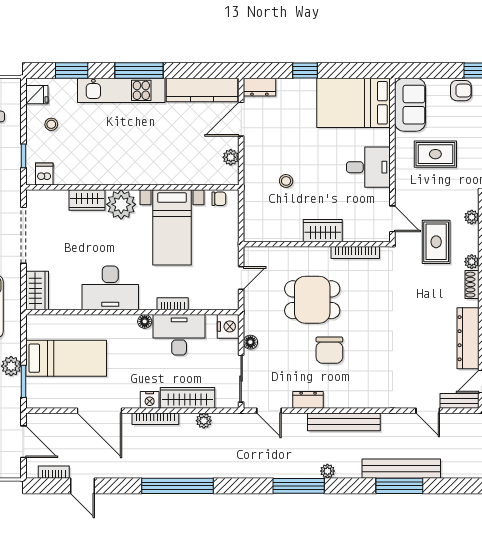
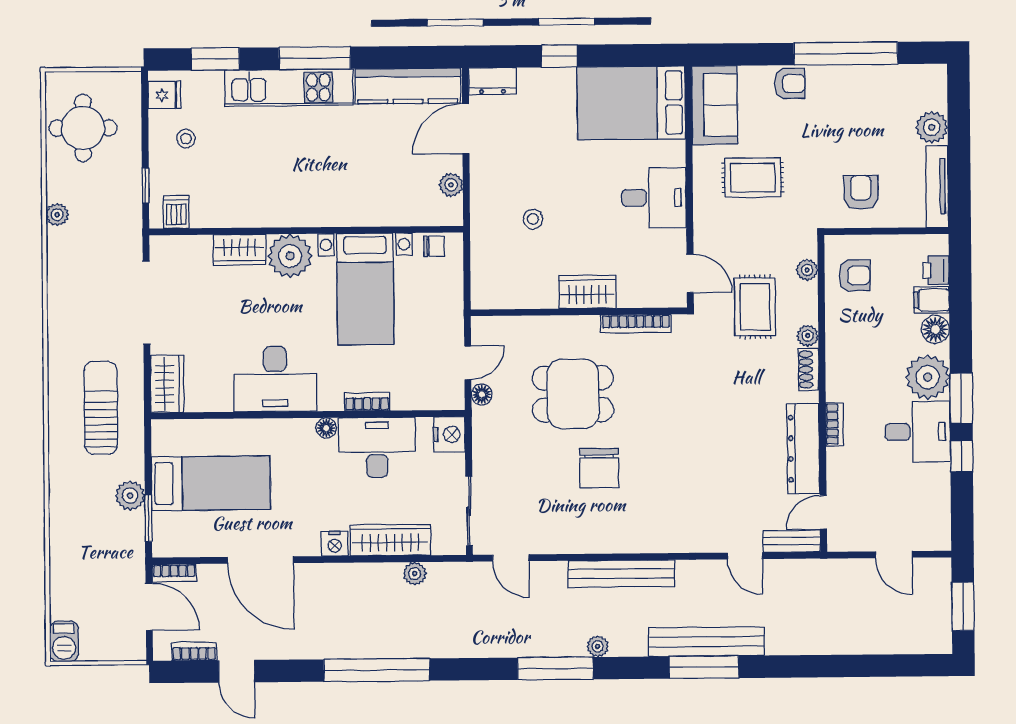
floor lamp: (250, 342) -> (482, 394), moved
dresser: (308, 400) -> (568, 541), removed
bookcase: (155, 419) -> (174, 573), moved, width x0.64

